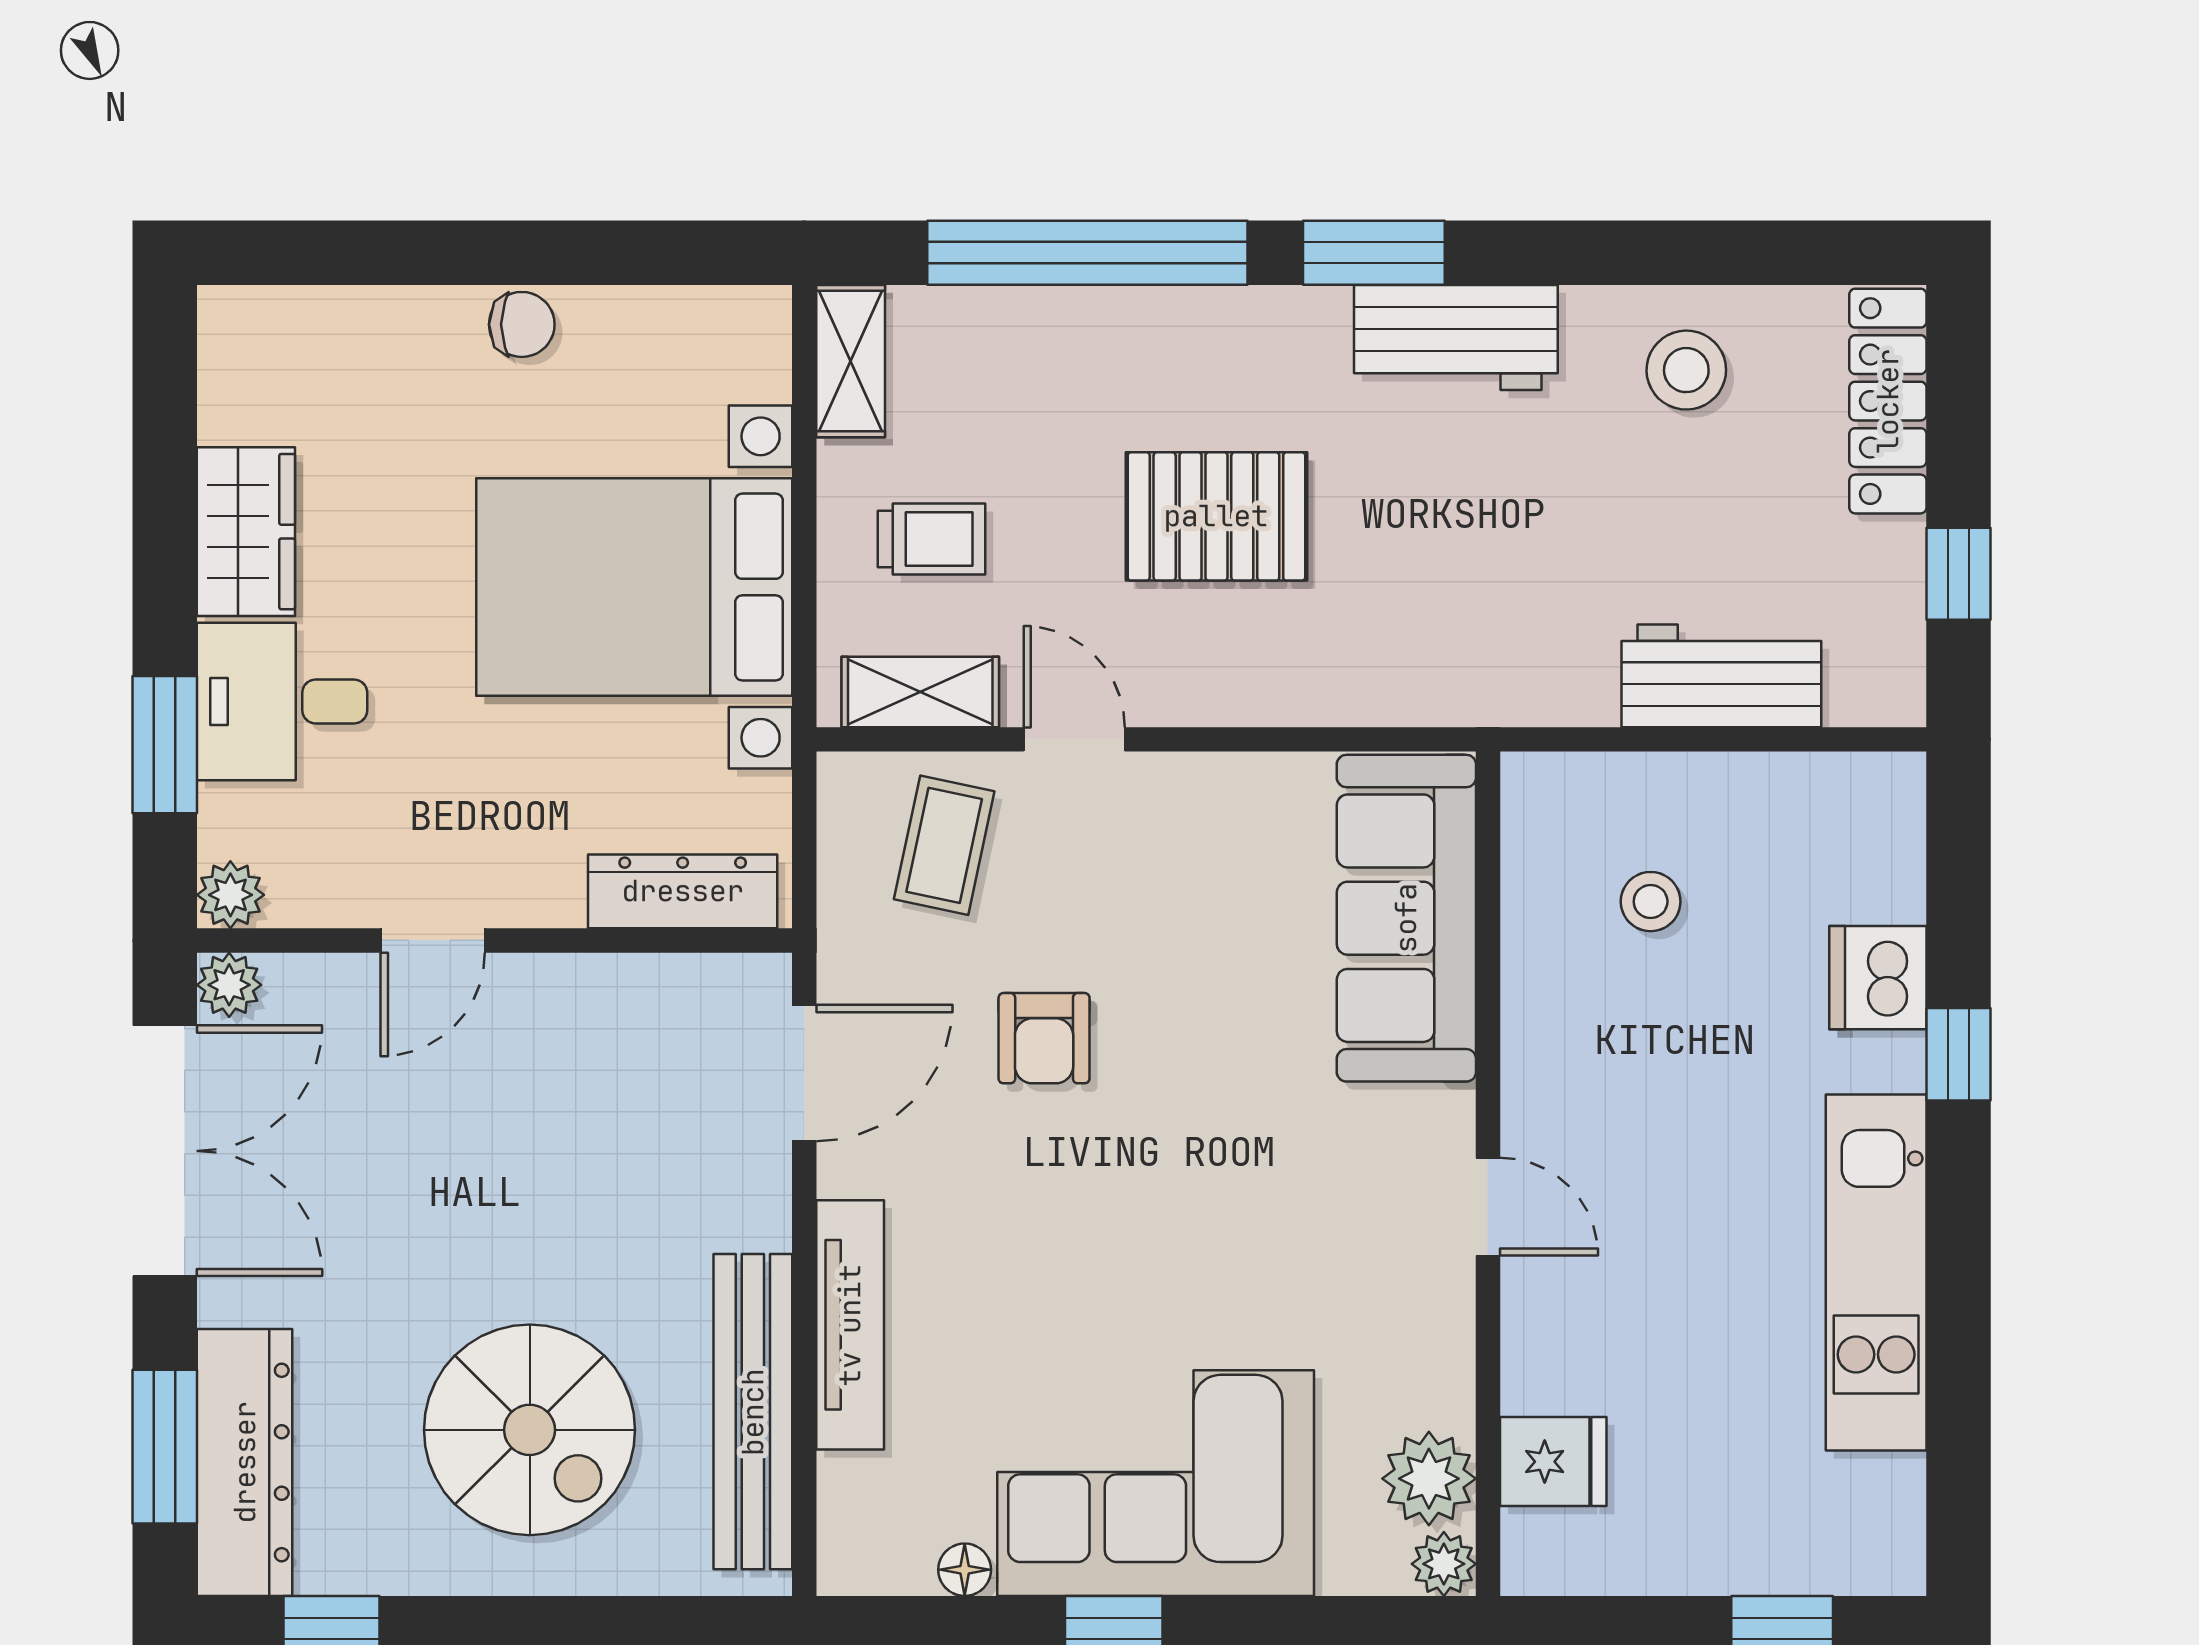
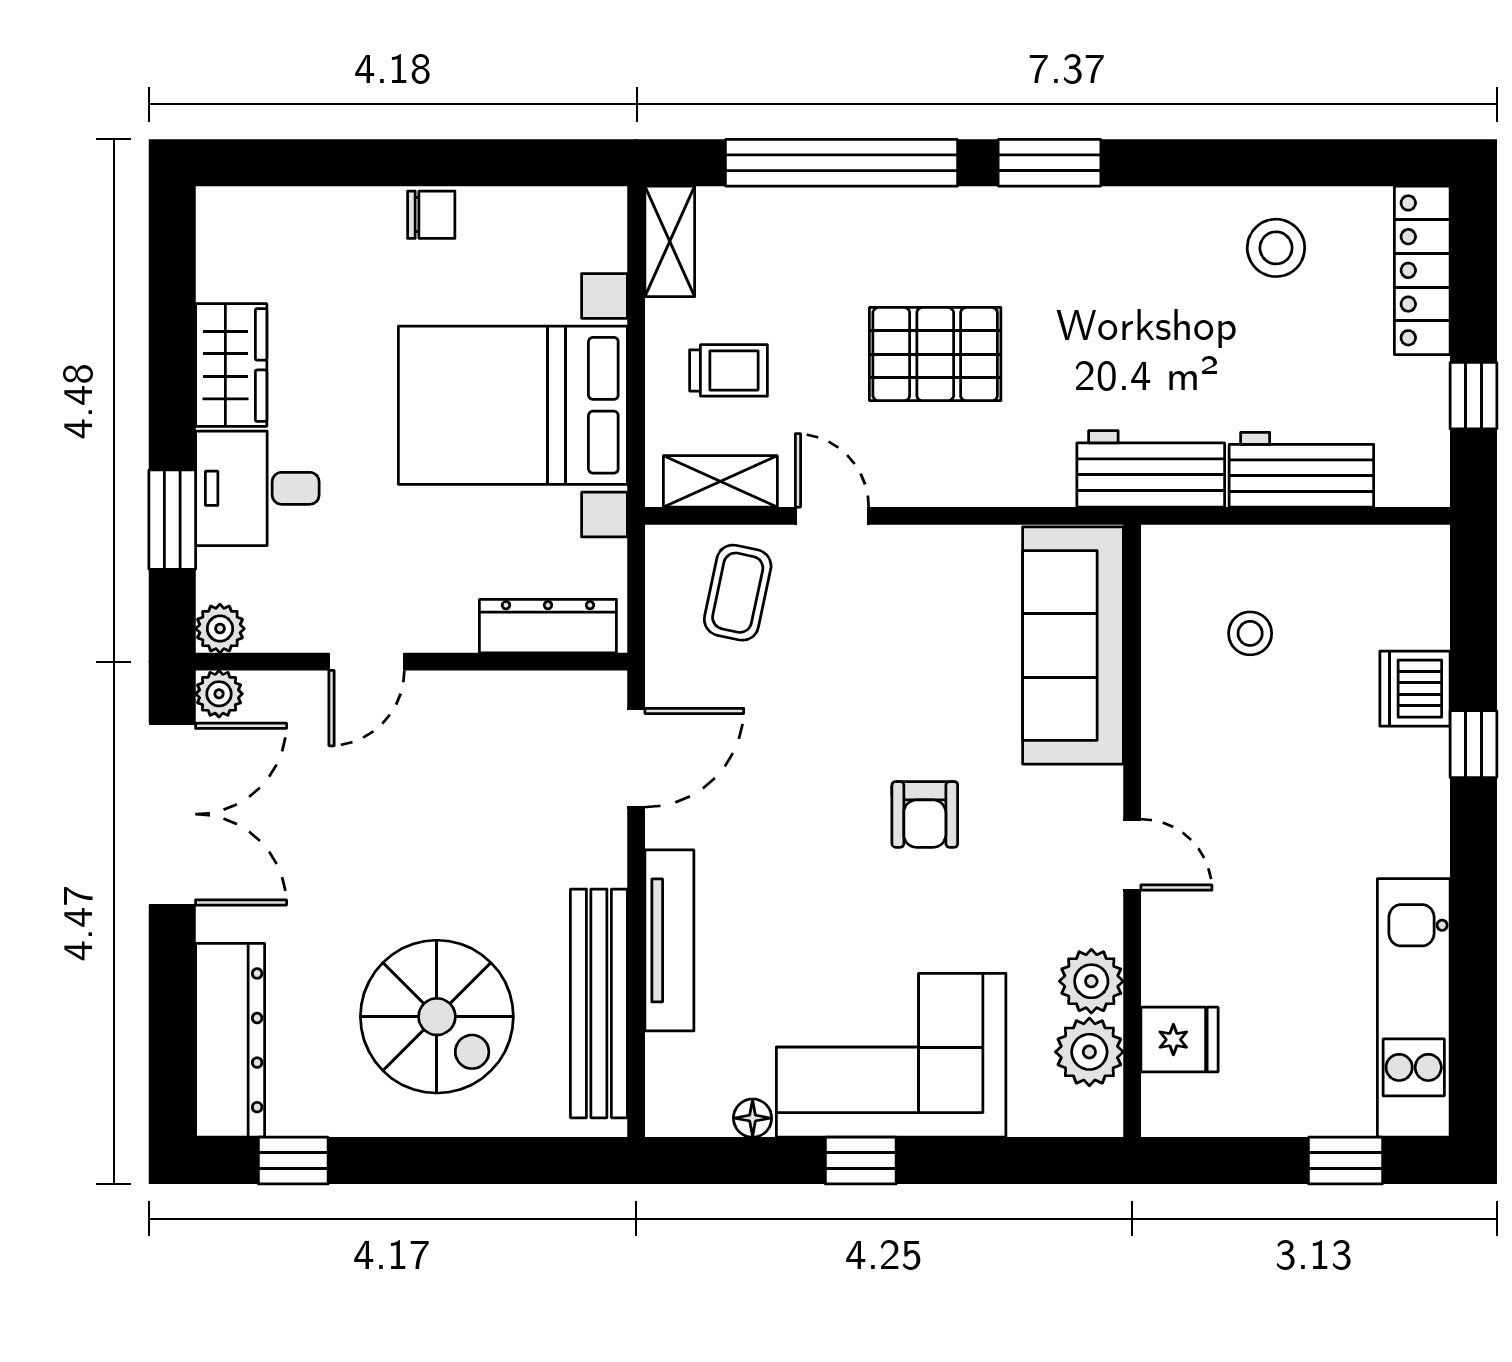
workbench: (1456, 337) -> (1151, 469), moved, turned 180
armchair: (1044, 1038) -> (925, 814), moved
kitchen unit: (1876, 1272) -> (1414, 1008), moved
window: (165, 1447) -> (172, 1029), removed
plant: (1444, 1564) -> (1091, 981), moved, width x1.38, depth x1.38

